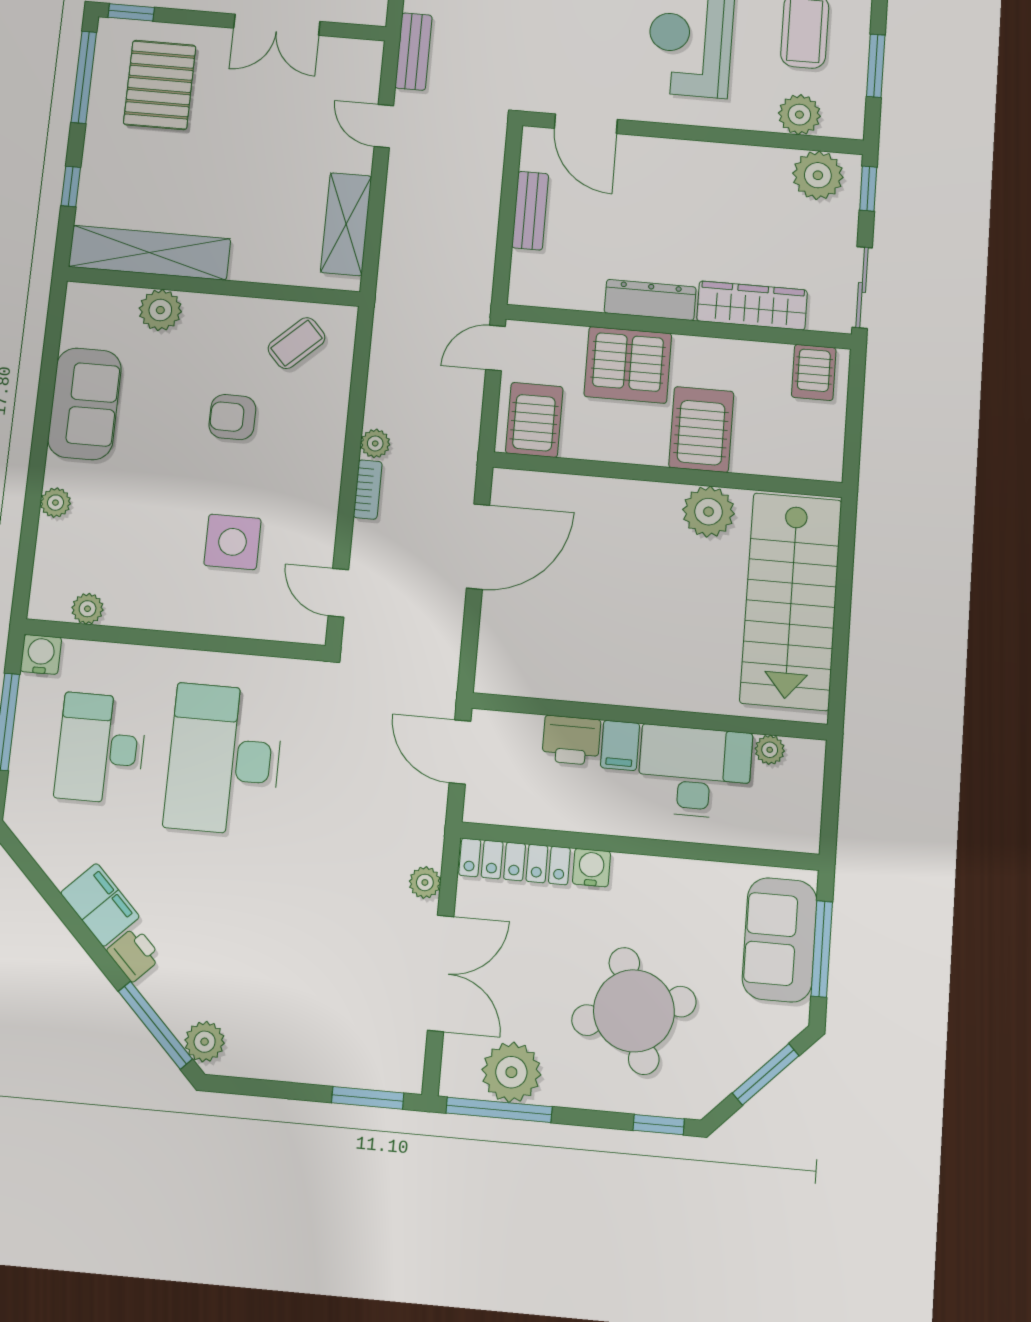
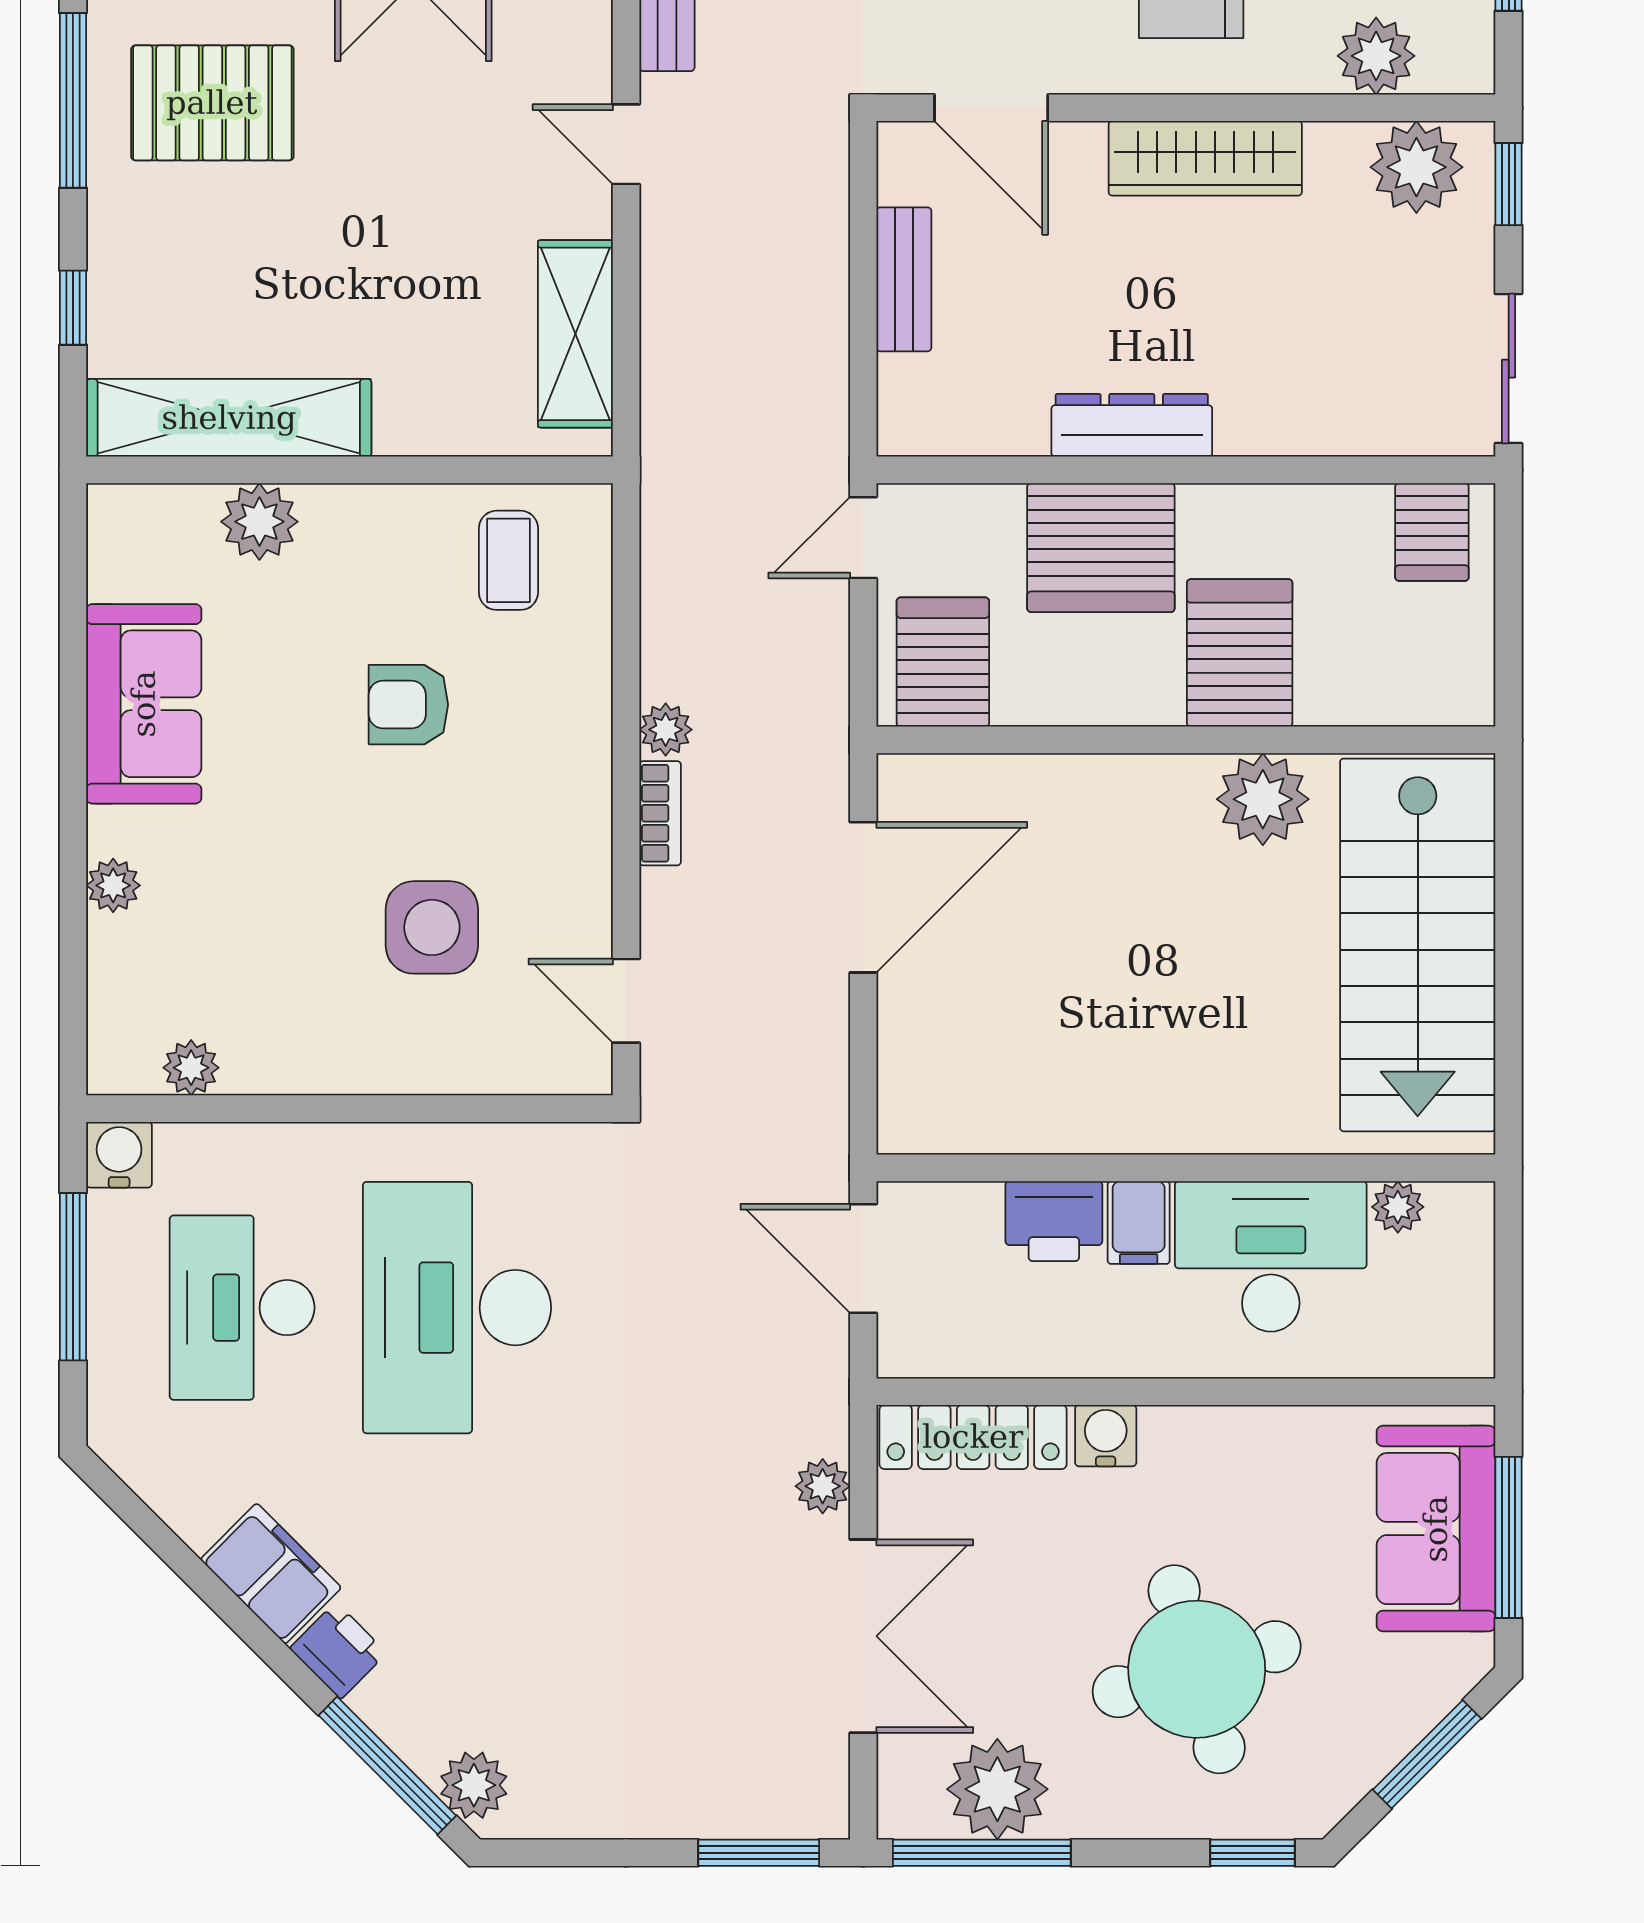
pallet: (160, 85) -> (212, 103), turned 90
wardrobe: (752, 306) -> (1205, 158), moved, turned 180
coffee table: (297, 343) -> (508, 560), turned -47

